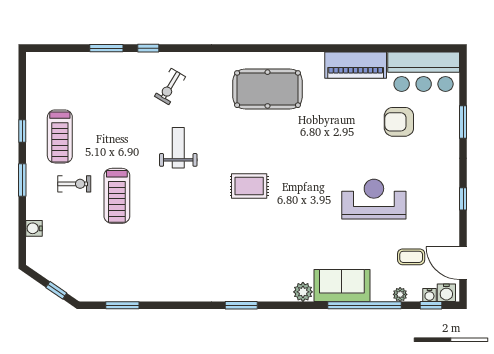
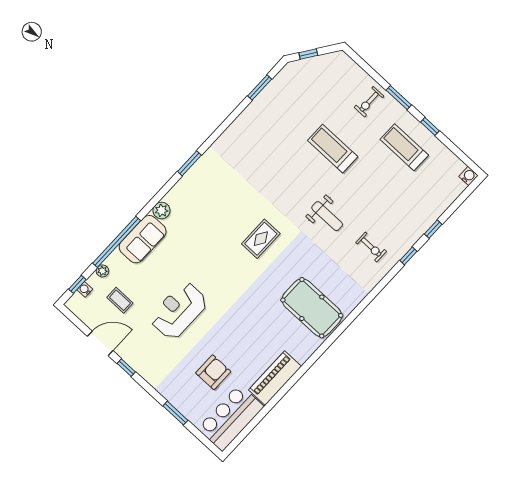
window: (106, 48) -> (433, 229), width x0.67
exercise bike: (170, 87) -> (371, 247), turned 149
pool table: (268, 89) -> (312, 308), turned 90
exercise bike: (74, 184) -> (369, 102), moved
reception desk: (374, 199) -> (179, 311), turned 180
water cooler: (34, 228) -> (468, 176), moved
coffee table: (411, 257) -> (120, 300), turned 90
door: (463, 263) -> (100, 343), moved
water cooler: (446, 293) -> (76, 302), removed

